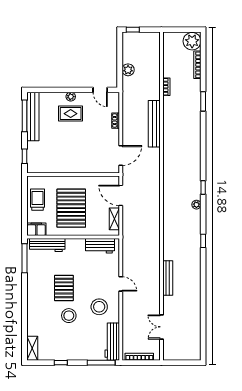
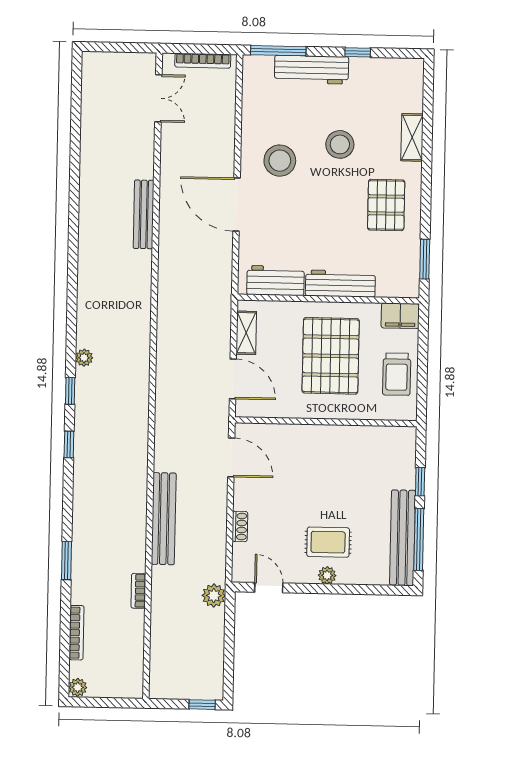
plant: (192, 41) -> (78, 687), width x0.53, depth x0.53
plant: (128, 70) -> (214, 596), moved
door: (121, 155) -> (231, 457), swing flipped
window: (25, 156) -> (420, 482), moved
window: (203, 241) -> (69, 444), moved
workbench: (47, 245) -> (340, 284), moved
window: (25, 258) -> (425, 259), width x0.69
door: (121, 284) -> (237, 205), width x1.87
pallet: (64, 288) -> (386, 205), moved
double door: (161, 327) -> (158, 98), moved
workbench: (112, 342) -> (312, 70), moved, turned 90
shelving: (32, 348) -> (412, 137), moved

